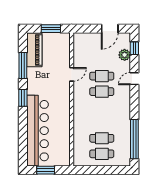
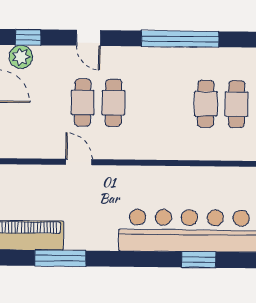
plant: (125, 55) -> (21, 57), moved
window: (23, 98) -> (199, 260), moved
window: (134, 139) -> (180, 39), moved

